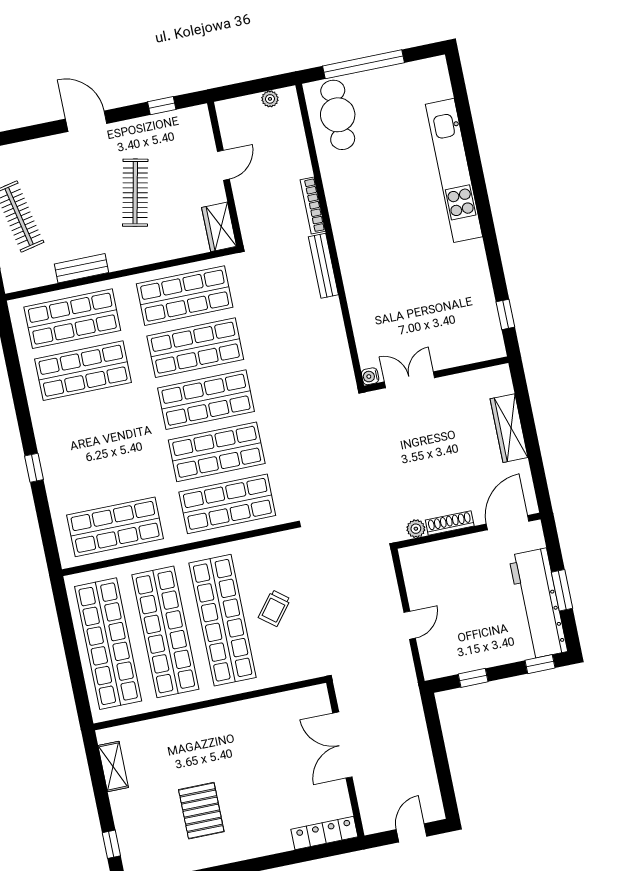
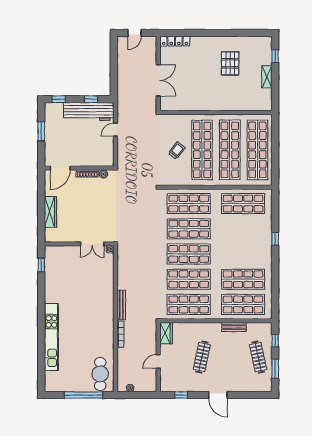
workbench: (538, 603) -> (89, 112), moved, turned 90
shelving: (113, 766) -> (267, 77), moved

